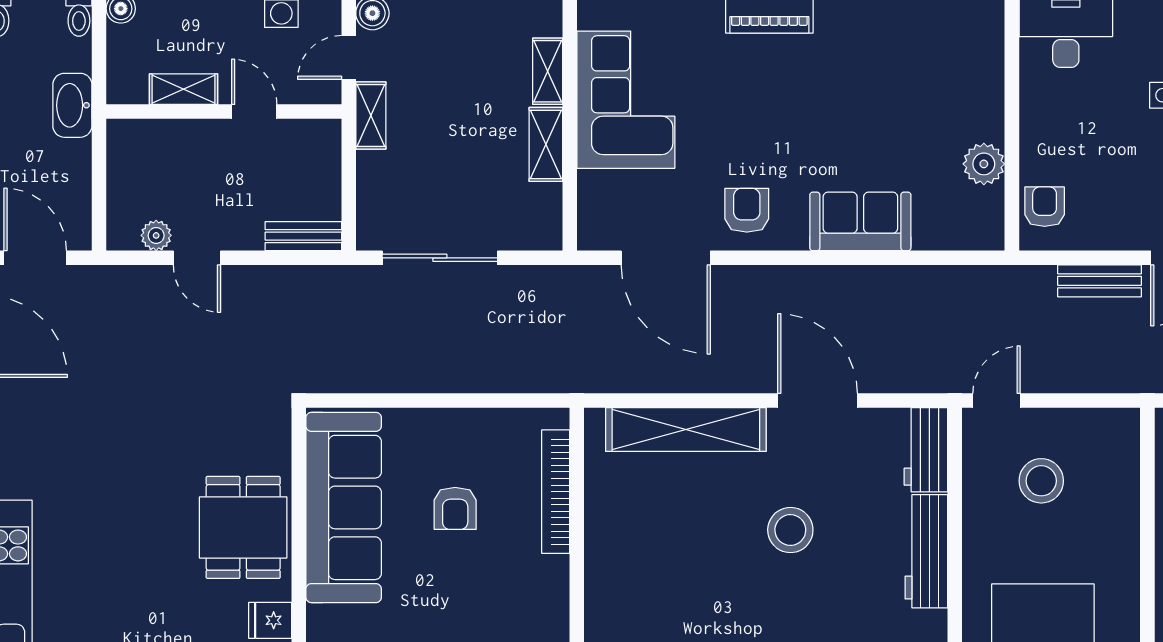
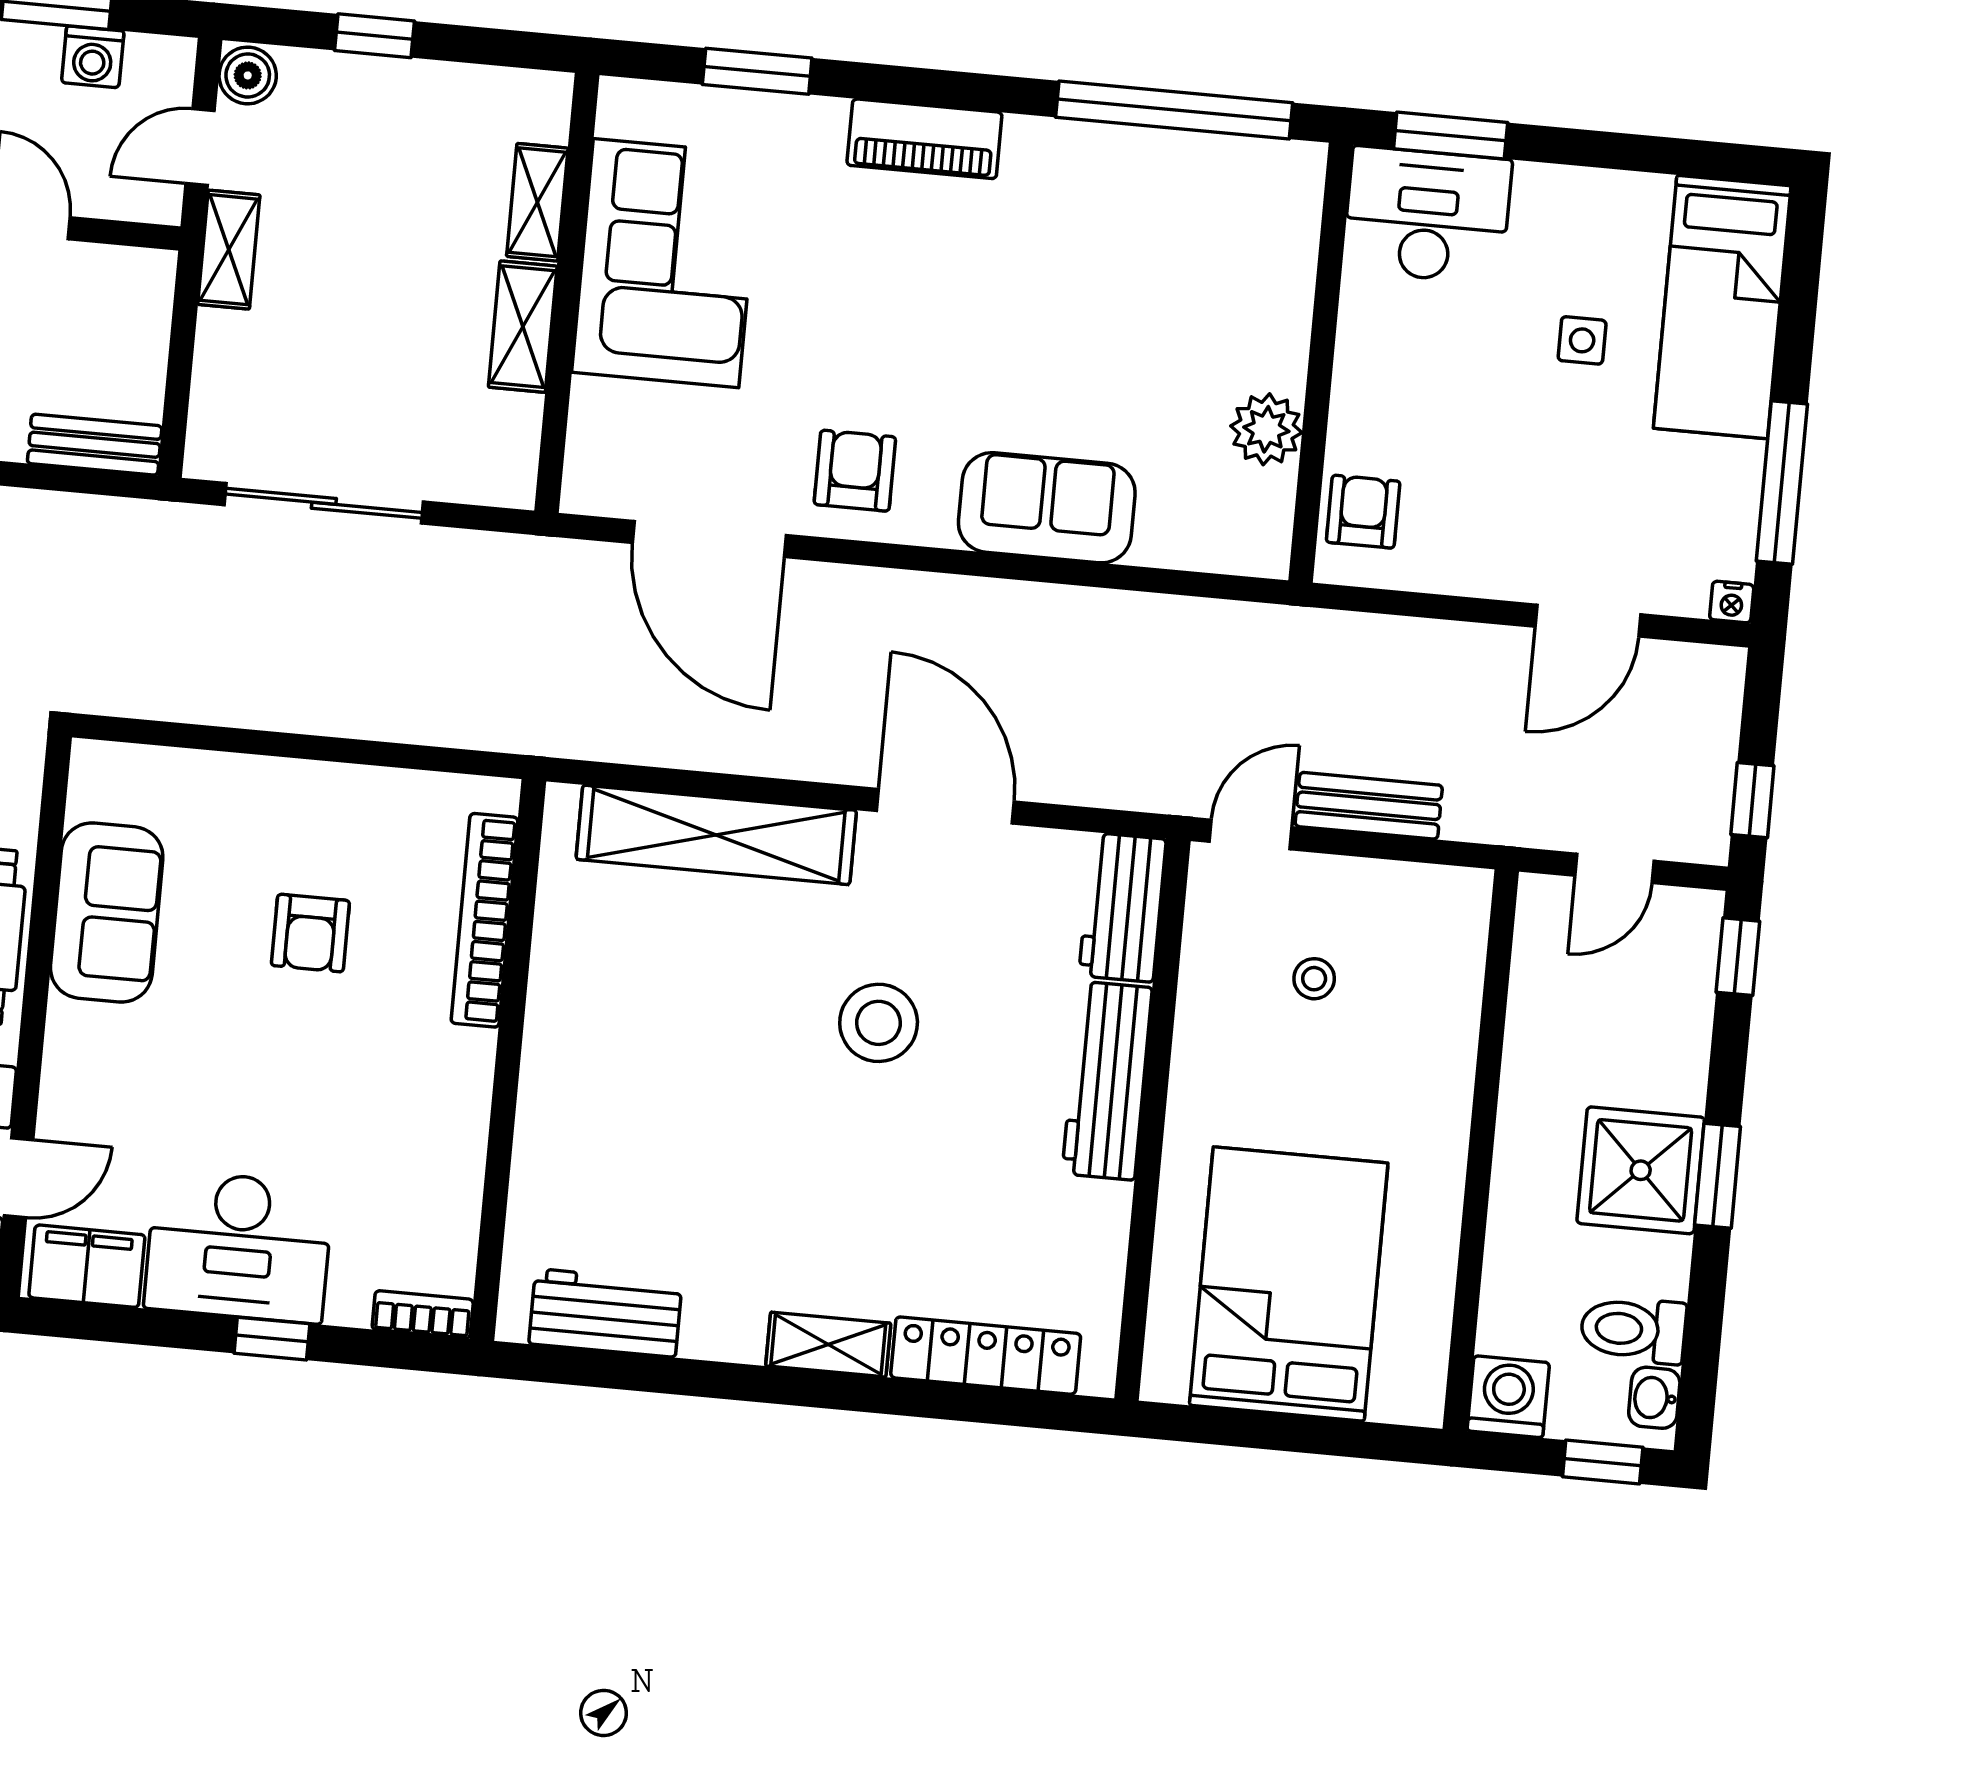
bench: (1099, 281) -> (1369, 806), moved
stool: (1041, 481) -> (1314, 979), width x0.53, depth x0.53
sofa: (344, 507) -> (107, 913), width x0.54, depth x0.79

